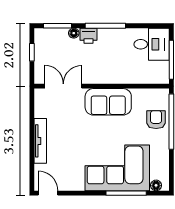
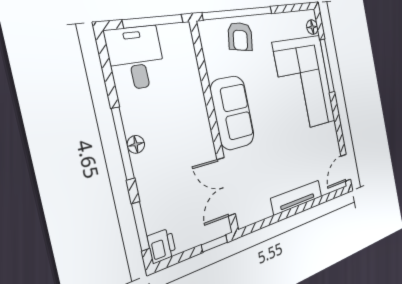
floor lamp: (74, 33) -> (136, 144), moved
printer: (88, 36) -> (162, 246), moved
window: (32, 52) -> (214, 244), moved
armchair: (156, 120) -> (240, 36), turned -80

